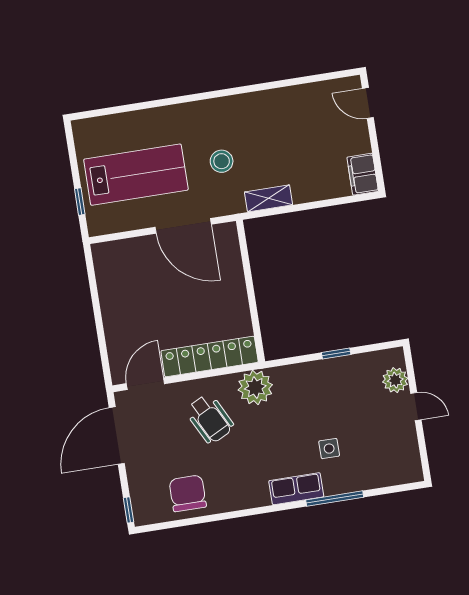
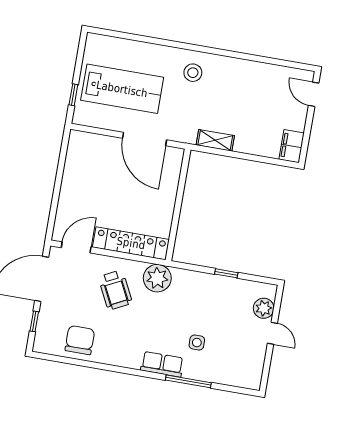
stool: (222, 161) -> (193, 73), moved
window: (129, 510) -> (34, 321), moved

